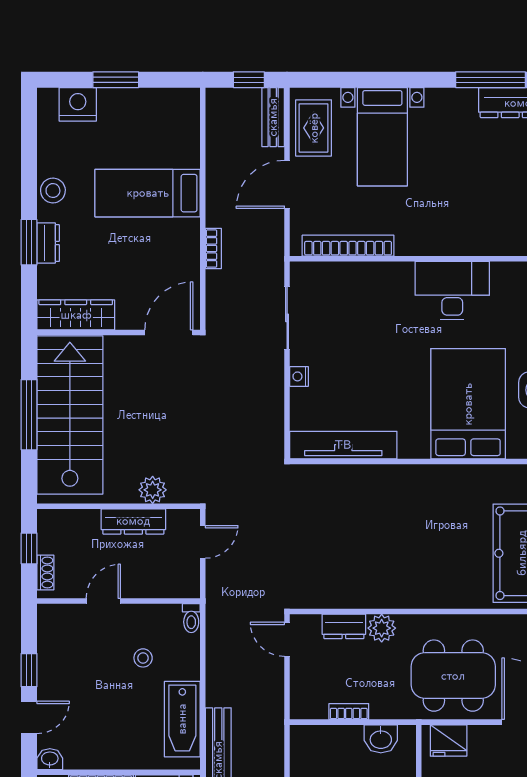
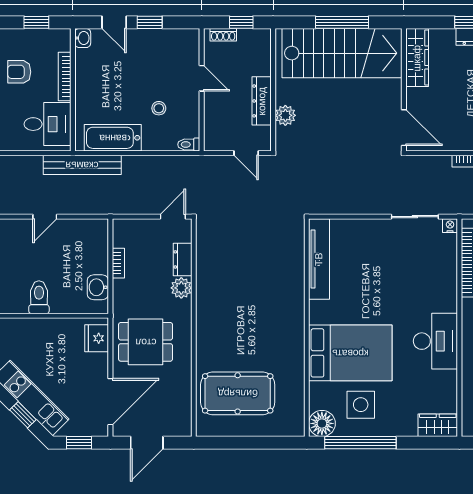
nightstand: (299, 376) -> (450, 226), moved
dining table: (453, 676) -> (146, 342), width x0.73

